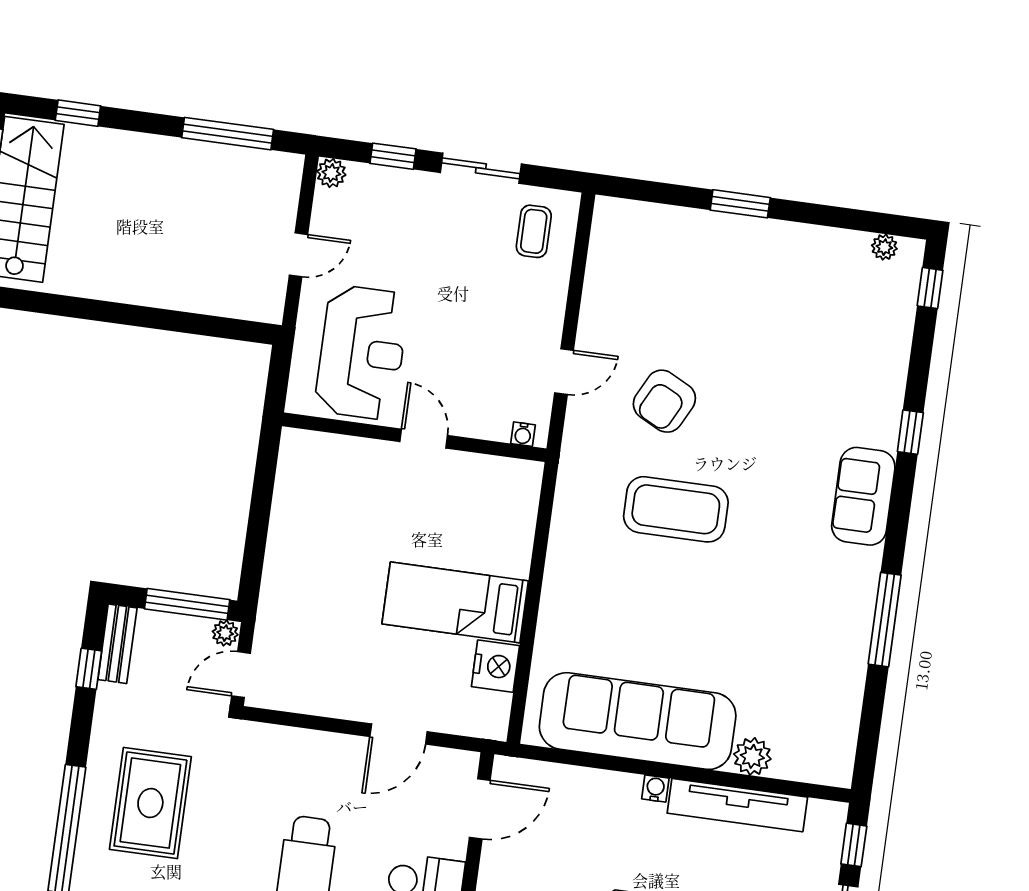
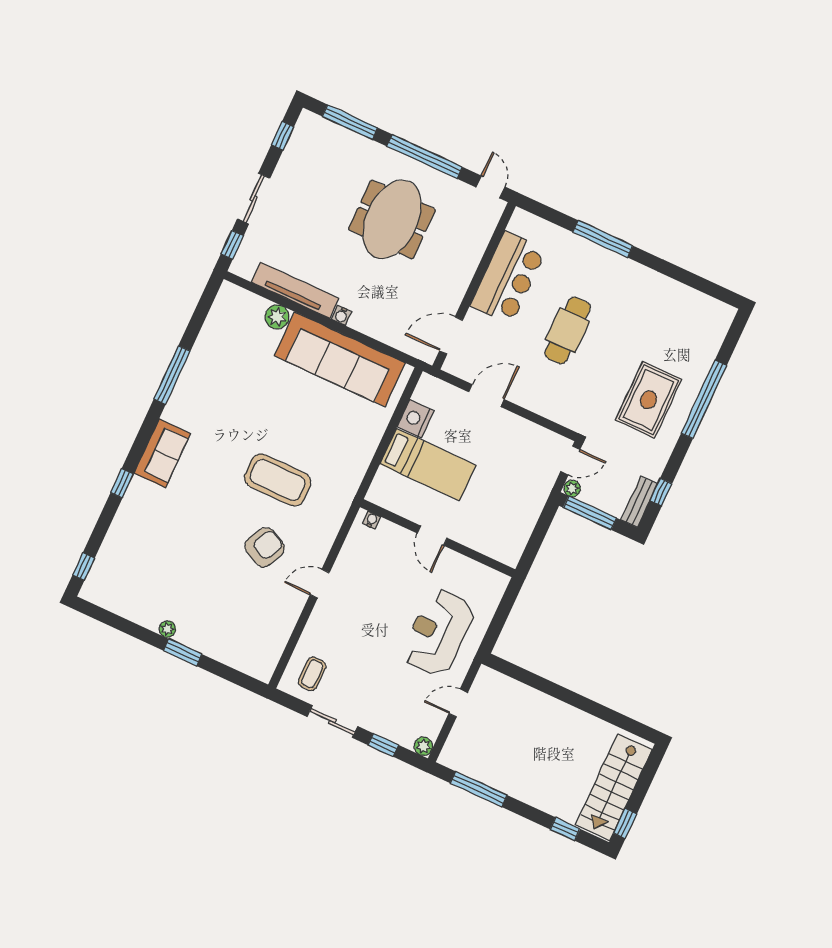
plant: (884, 247) -> (167, 629), moved
water cooler: (523, 434) -> (371, 520), moved
wall: (414, 437) -> (438, 538), moved
door: (424, 439) -> (432, 536), moved

